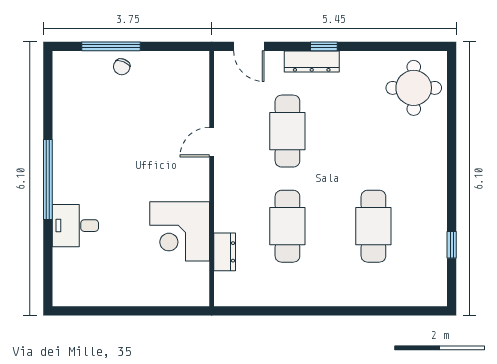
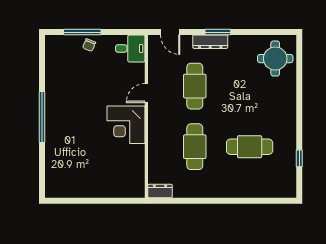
window: (324, 46) -> (218, 32), width x1.50
desk: (75, 226) -> (130, 48), moved, turned 180
cafe table: (373, 226) -> (250, 147), turned 90
corner desk: (180, 231) -> (126, 125), moved
dresser: (225, 252) -> (160, 191), moved, turned -90

